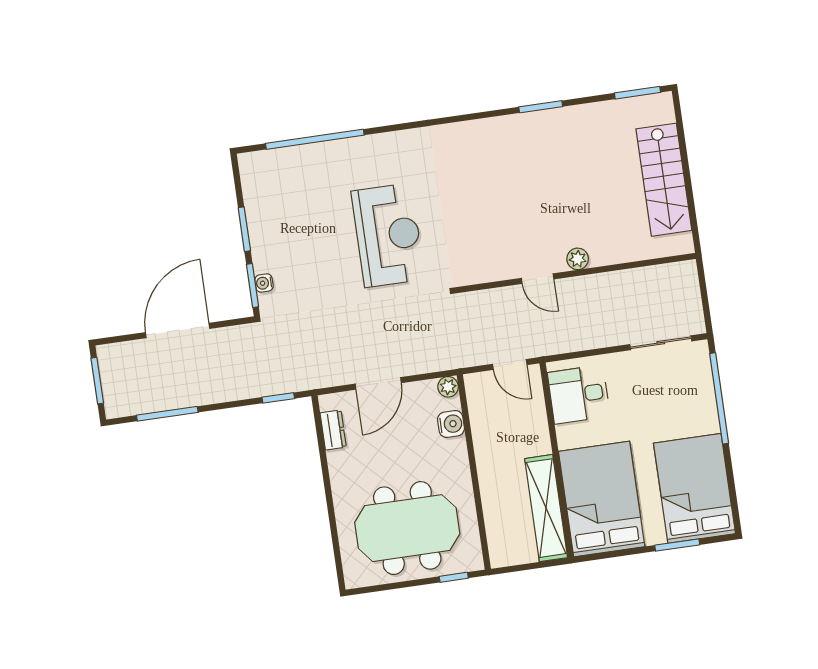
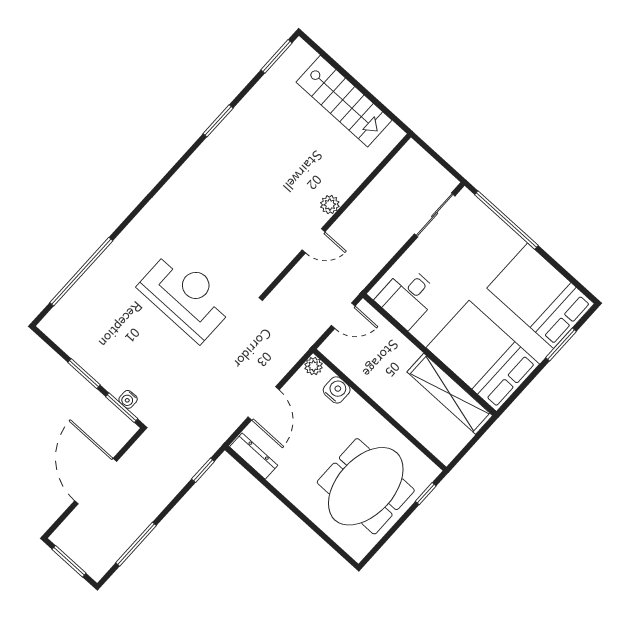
dresser: (333, 430) -> (254, 456), width x1.44

